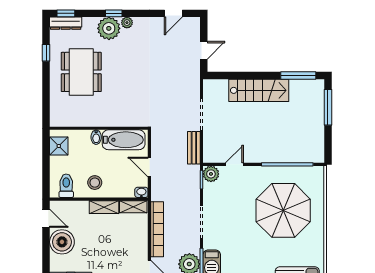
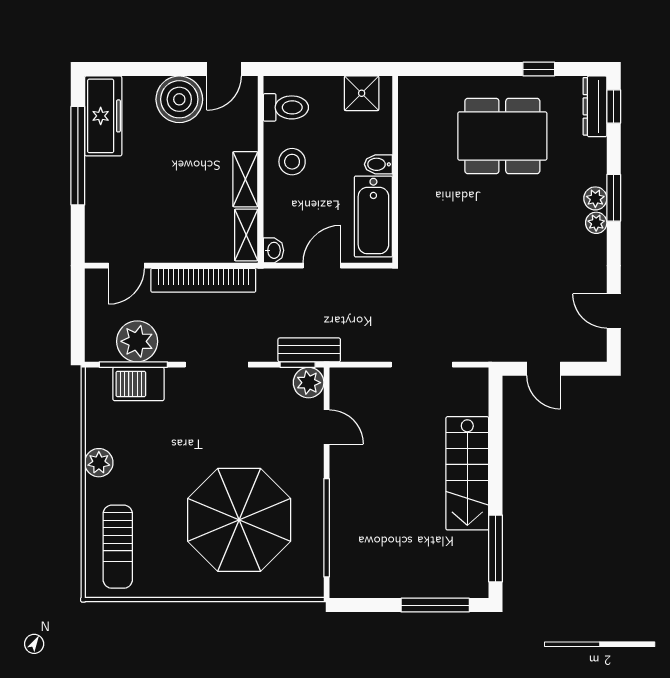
window: (114, 13) -> (614, 198), width x1.50
plant: (109, 28) -> (595, 198), width x0.53, depth x0.53
bench: (194, 148) -> (309, 350), moved

